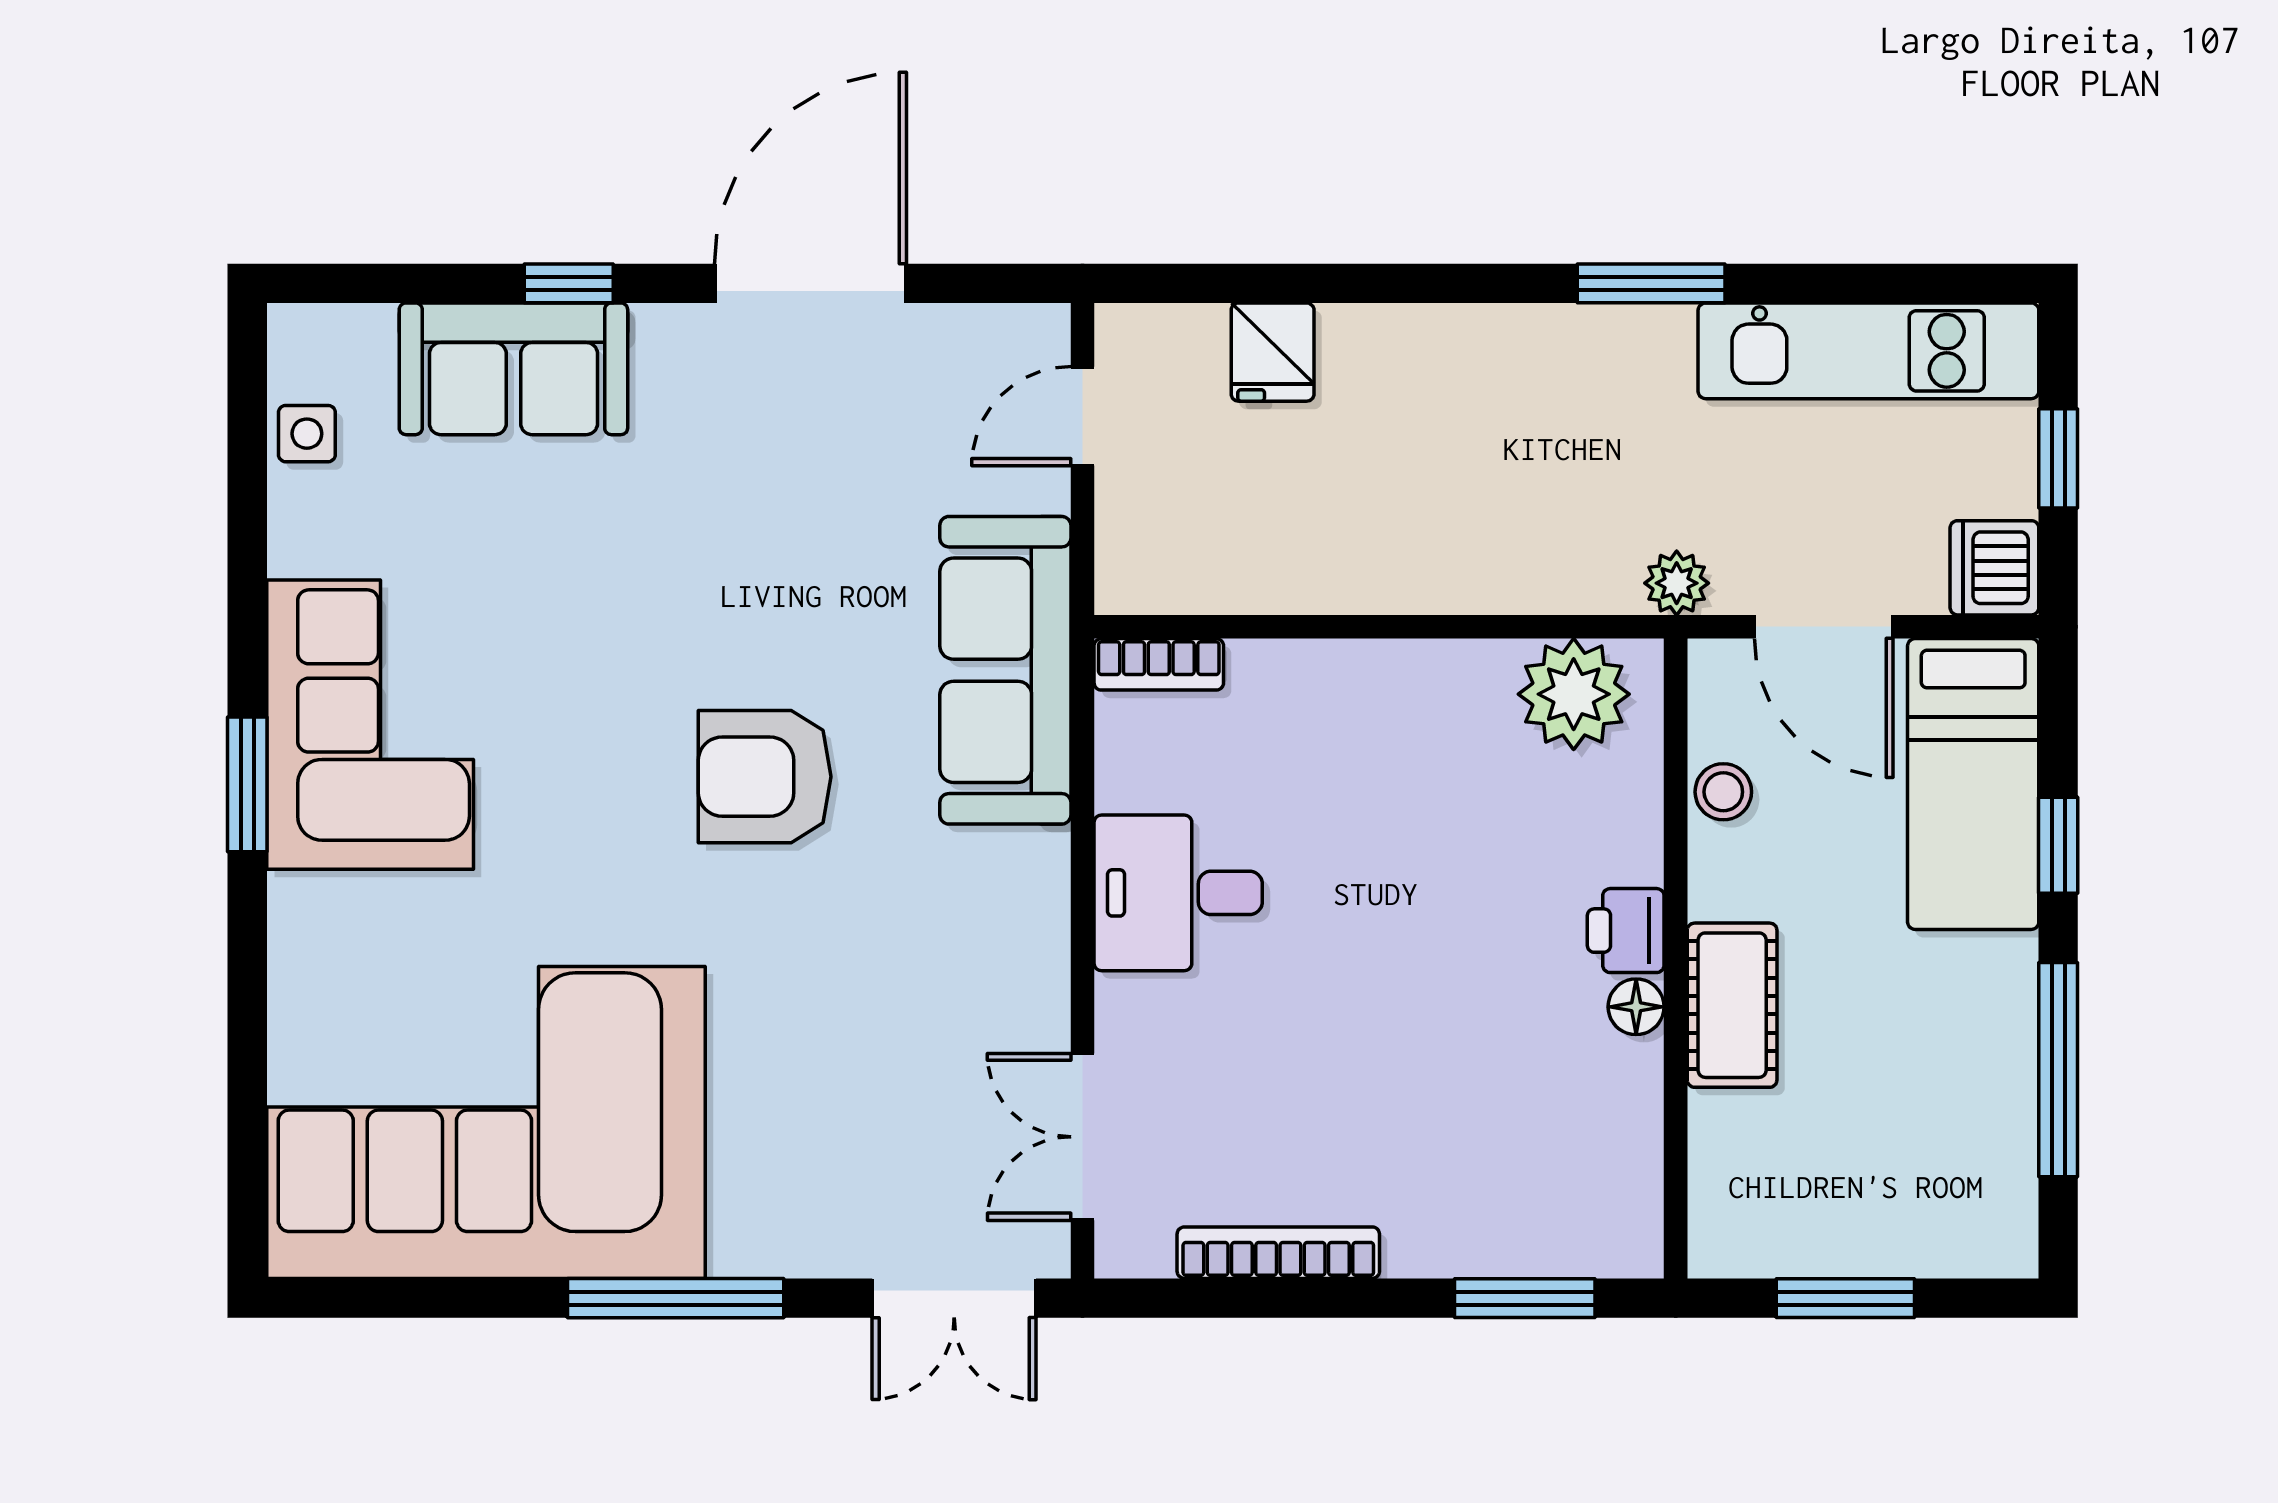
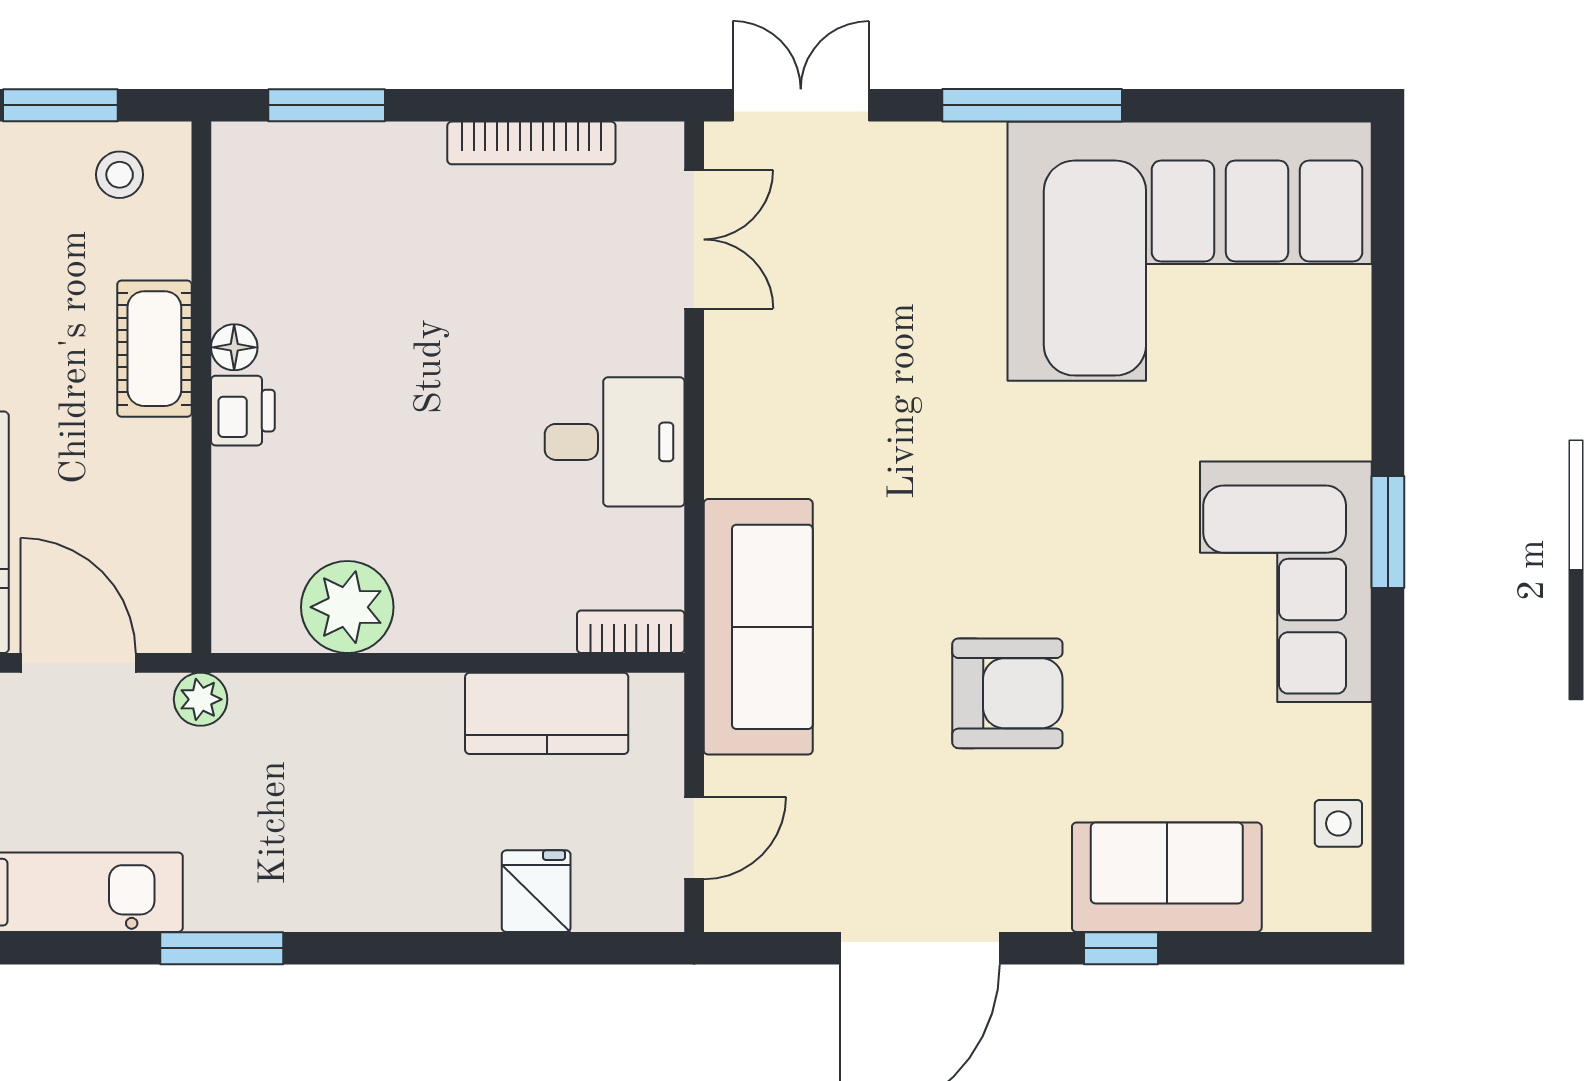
kitchen counter: (1260, 566) -> (547, 713), added
plant: (1574, 694) -> (347, 607), moved
armchair: (765, 777) -> (1007, 693), moved
stool: (1723, 792) -> (120, 175), moved

